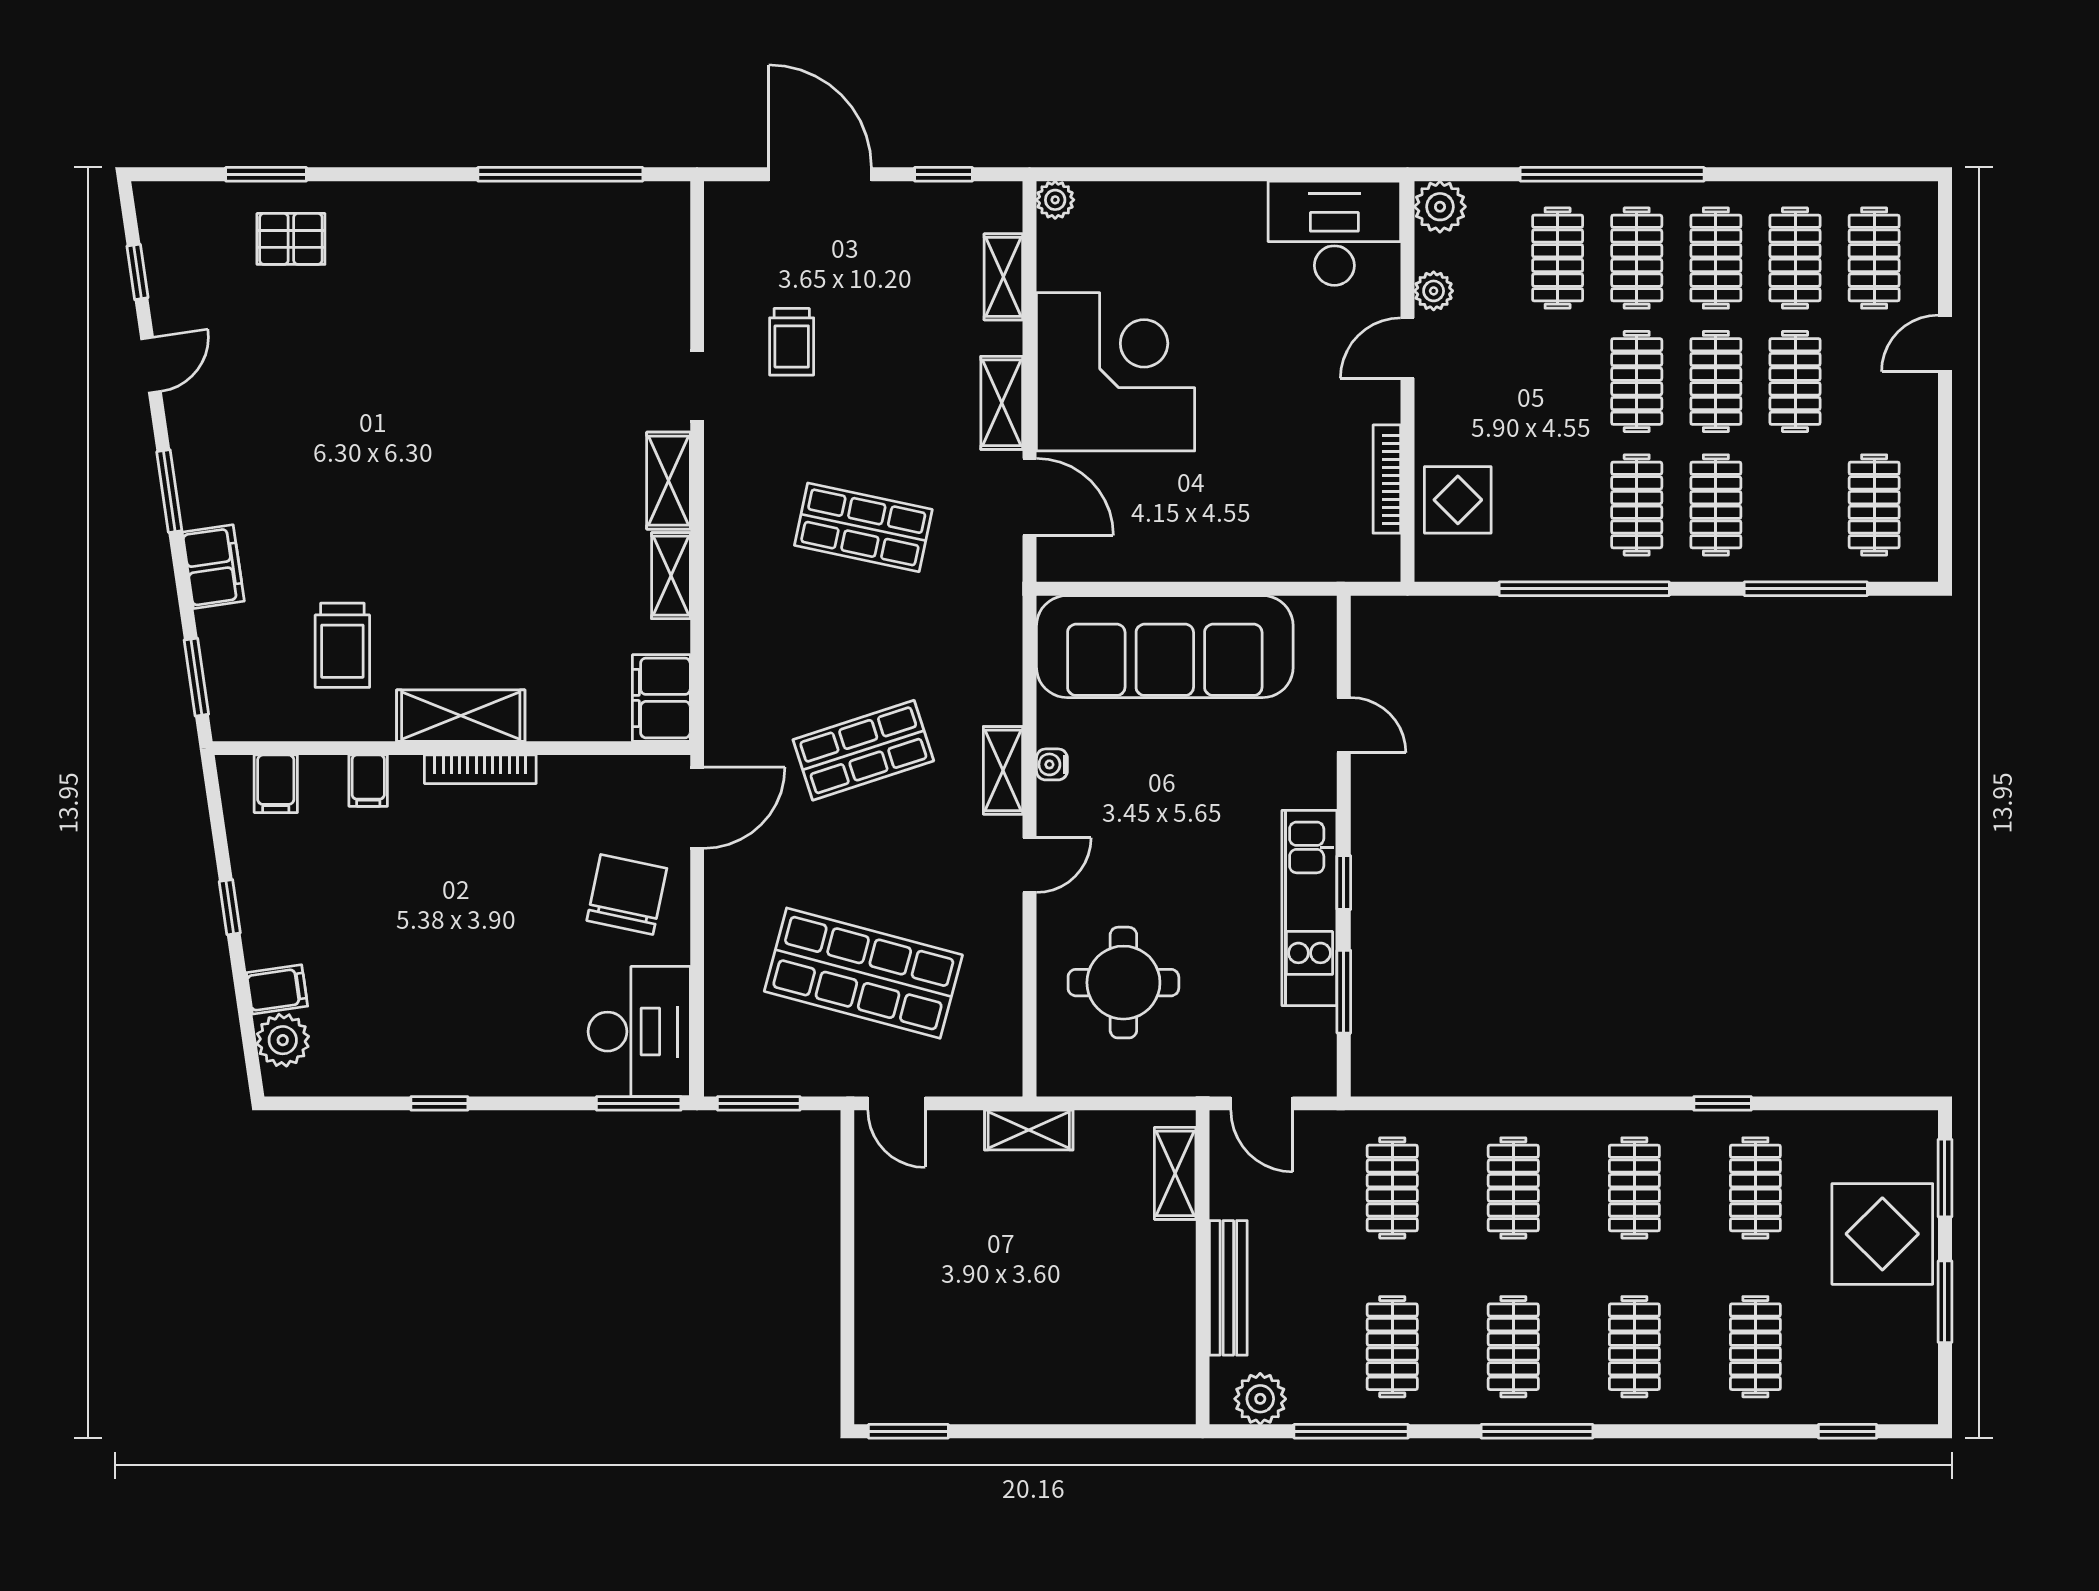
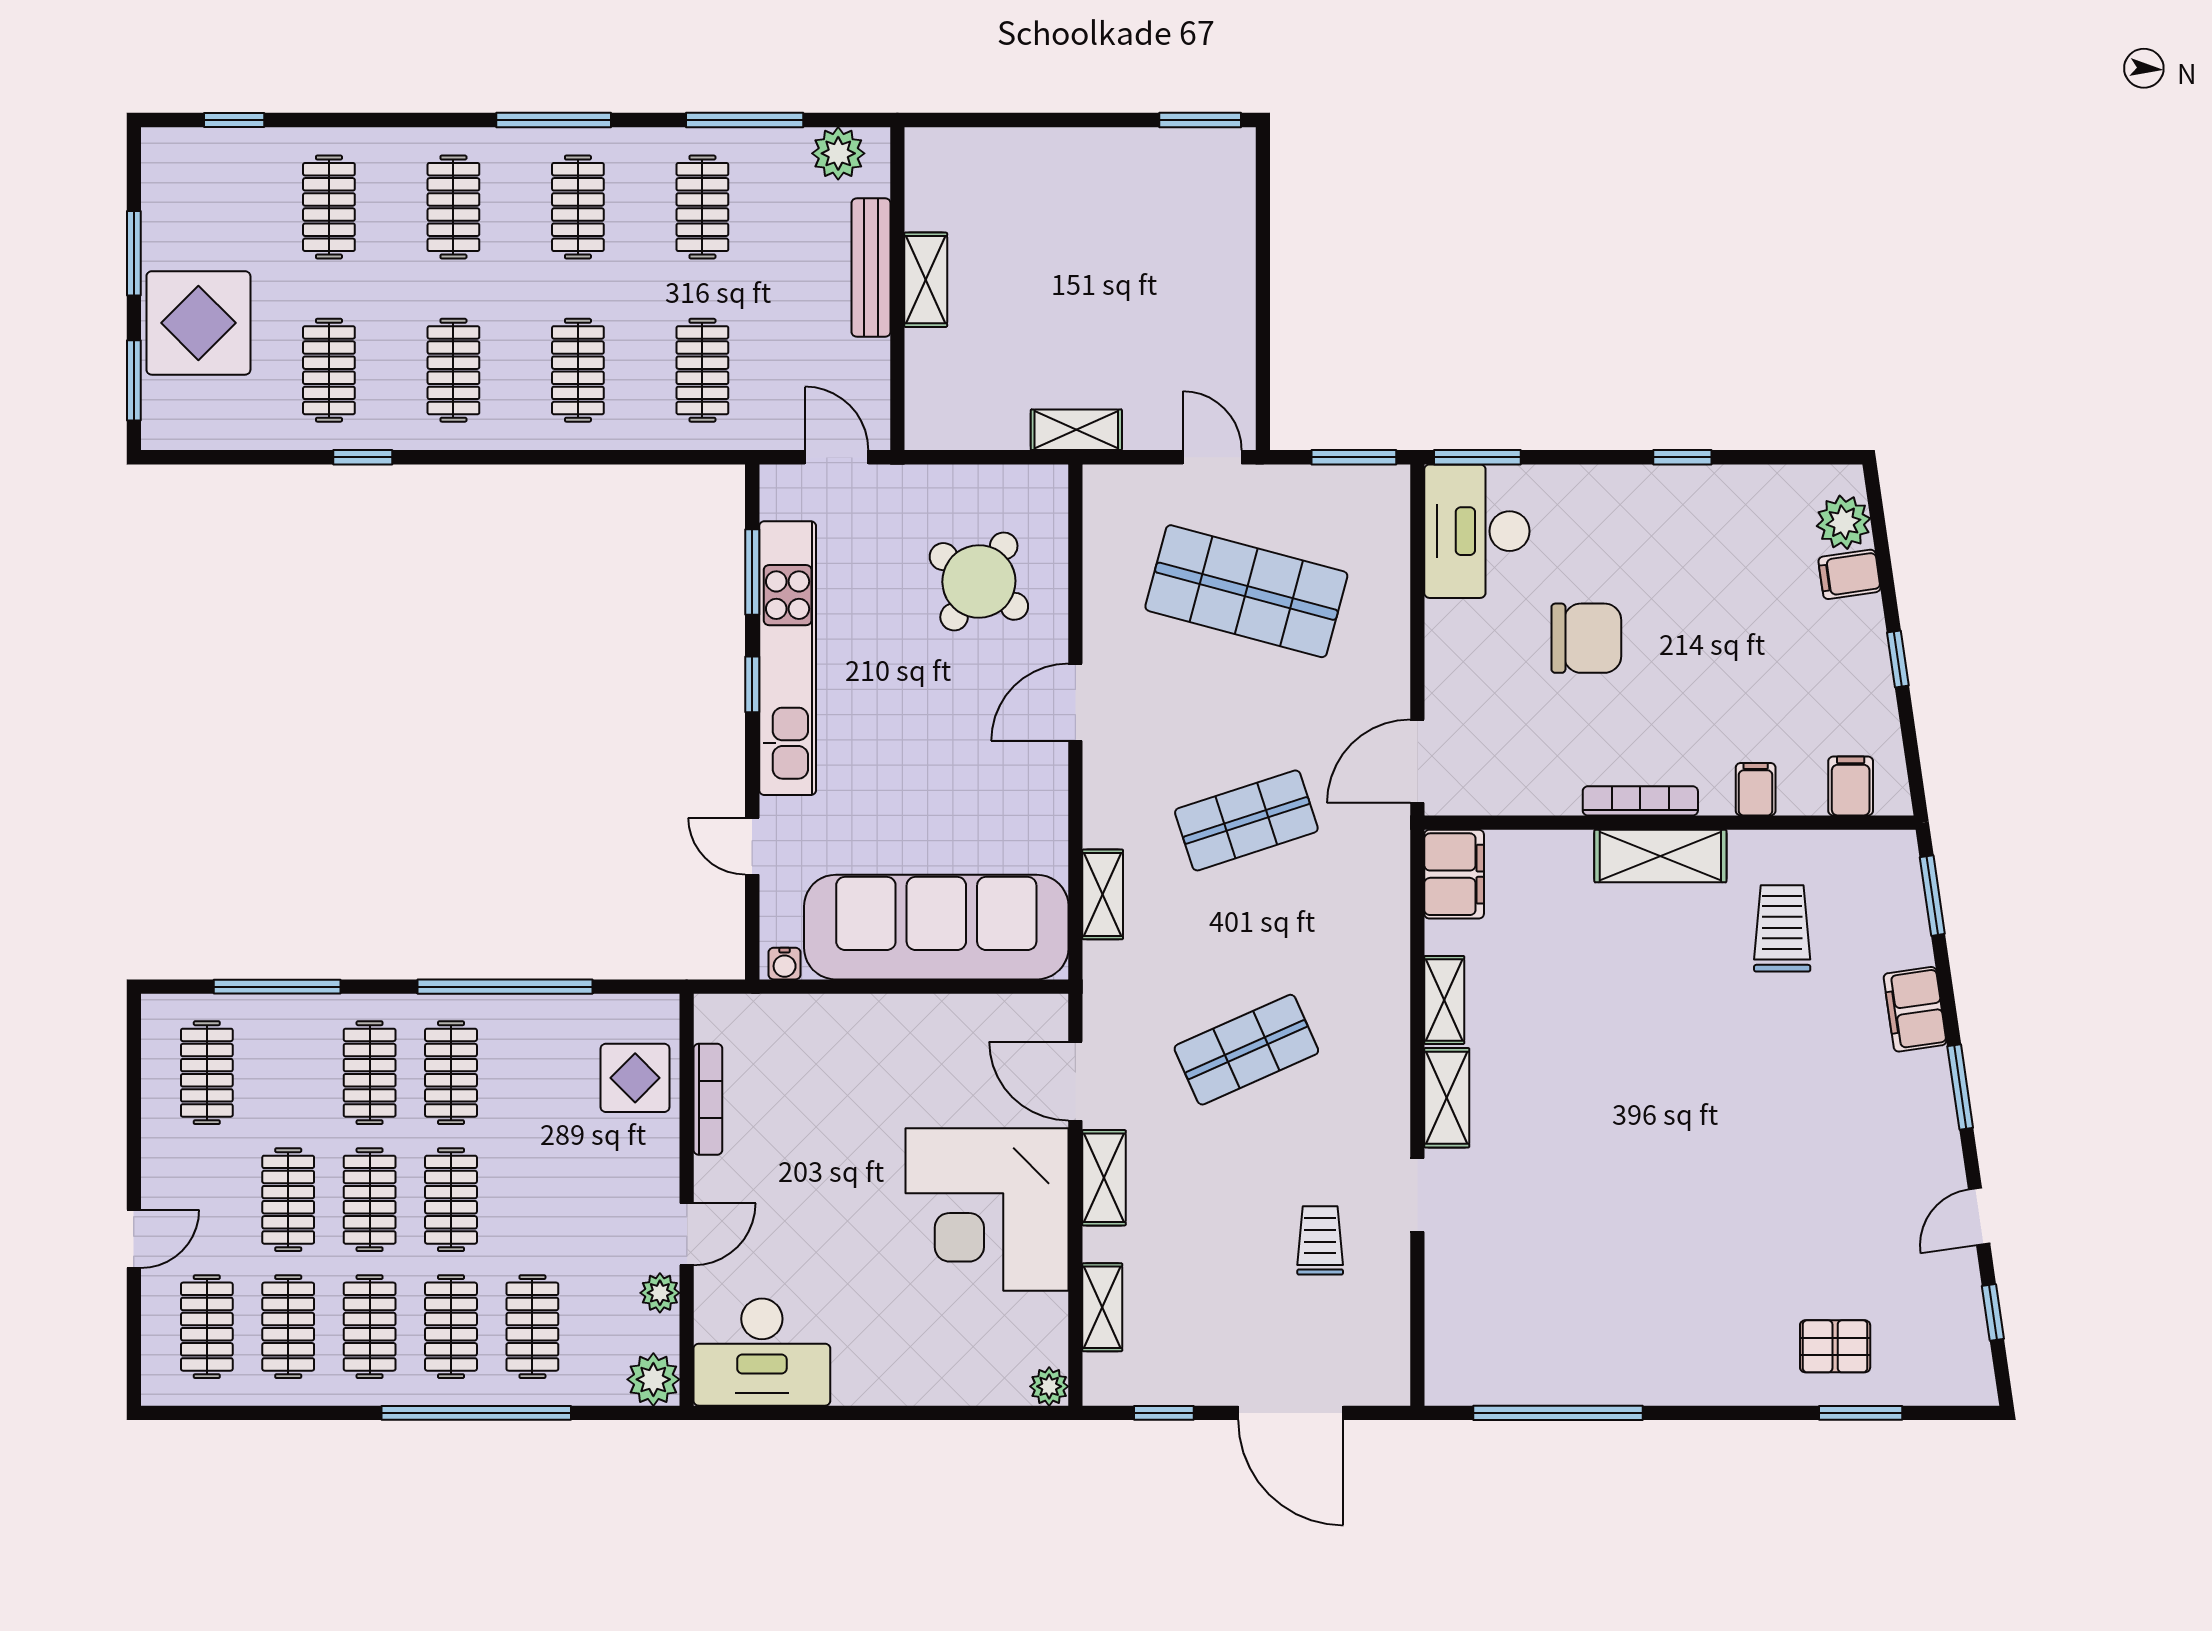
shop shelf: (863, 527) -> (1246, 1050), turned -36
water cooler: (1052, 764) -> (785, 964), moved, turned 90
shelving: (1003, 770) -> (1103, 894), moved
door: (1030, 865) -> (1075, 702), width x1.38
chair: (627, 894) -> (1586, 638), moved, turned -102
kitchen unit: (1309, 908) -> (788, 658), width x1.36
round table: (1123, 983) -> (979, 581), turned 35
shelving: (1175, 1173) -> (926, 280), moved

